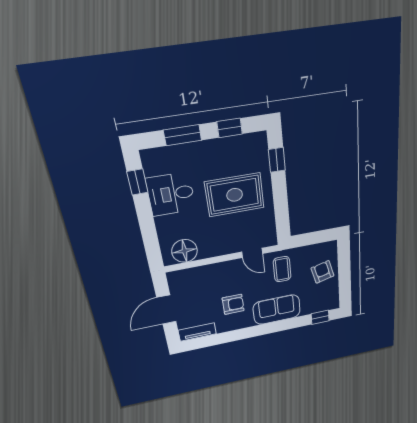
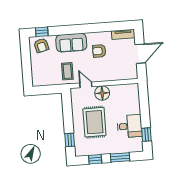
rug: (235, 195) -> (94, 122), turned 90
floor lamp: (185, 251) -> (102, 93), moved
armchair: (323, 272) -> (41, 45), moved

